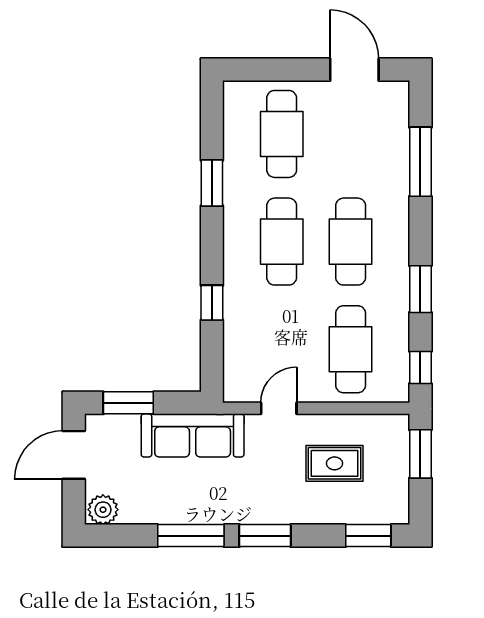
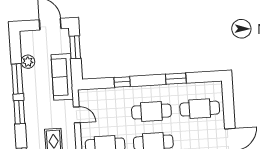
plant: (103, 510) -> (28, 62), moved

